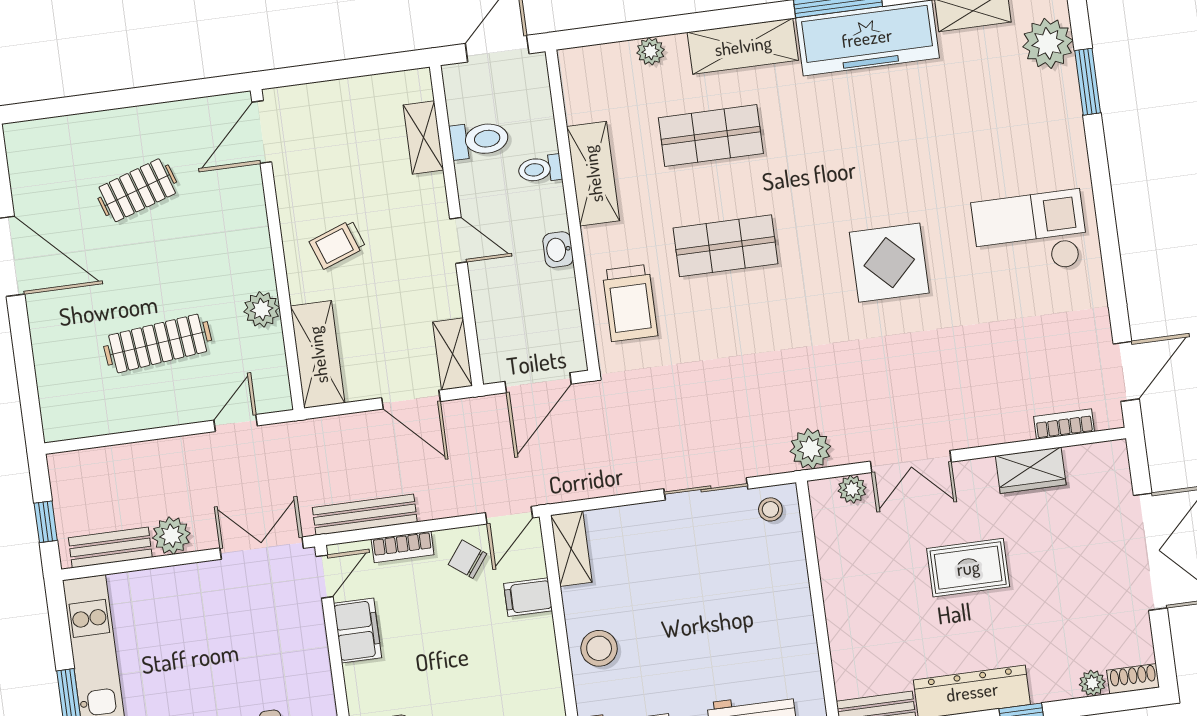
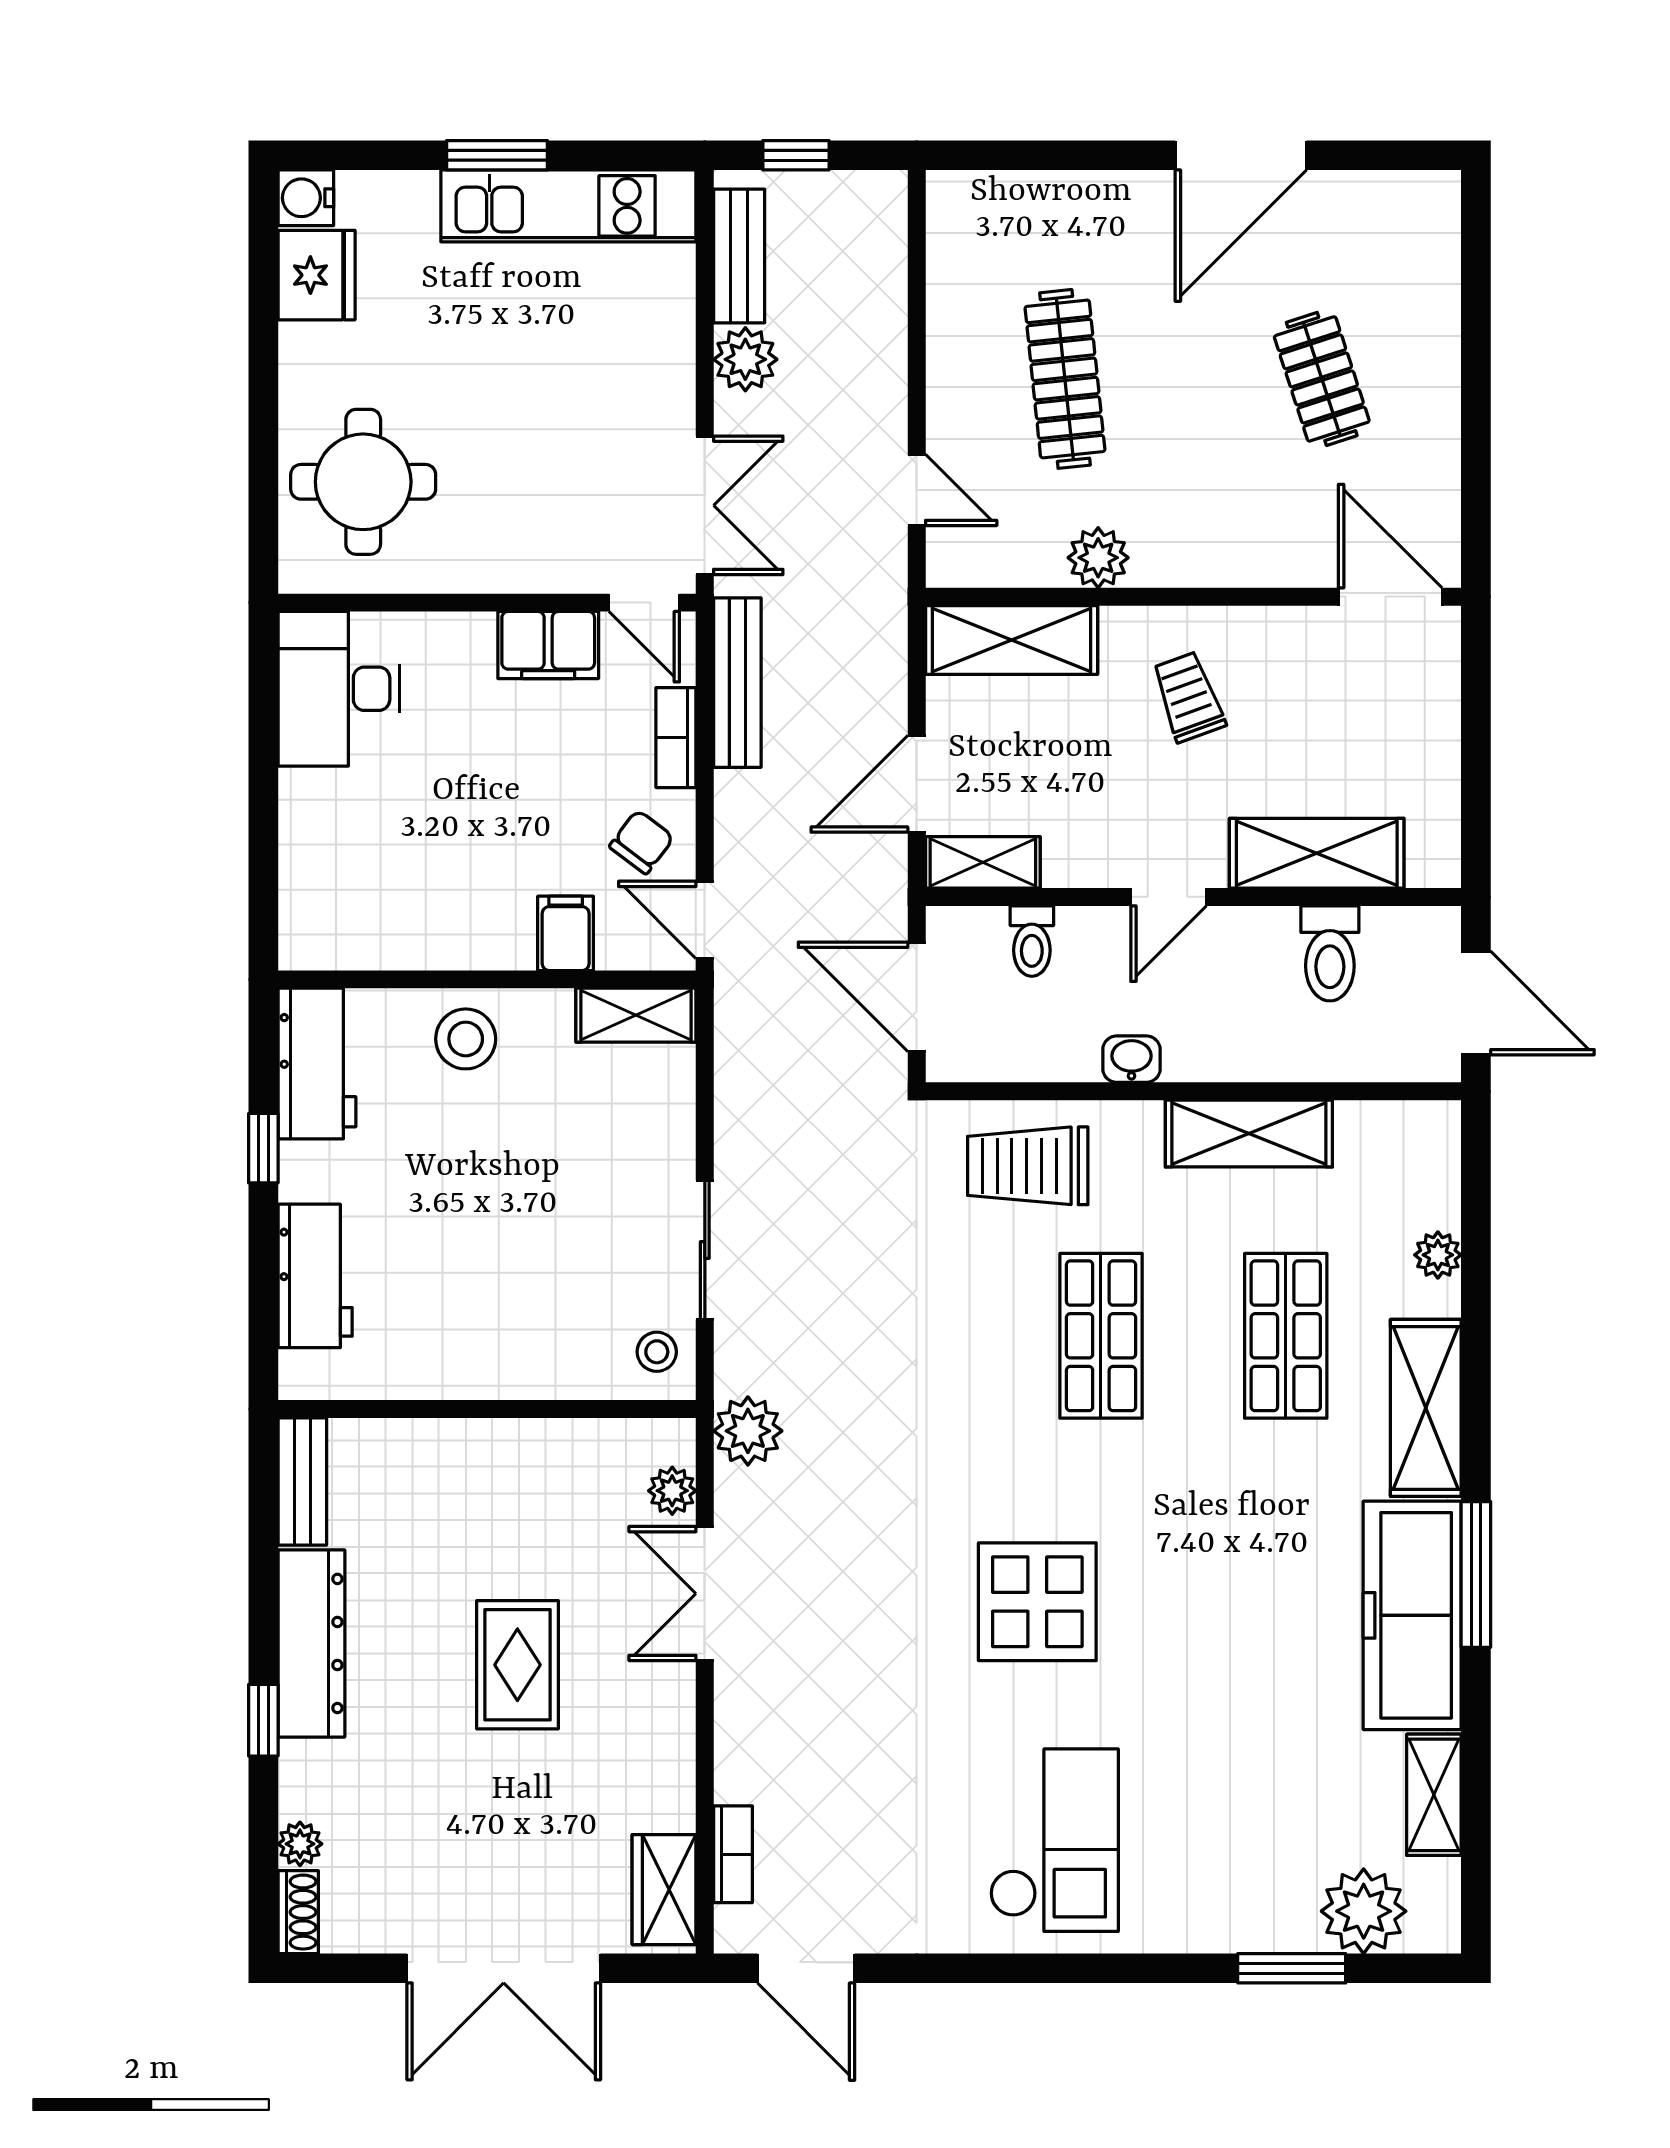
shelving: (423, 137) -> (1317, 853), width x1.50, depth x1.33
toilet: (540, 169) -> (1032, 941), moved, turned 180
wardrobe: (1031, 470) -> (664, 1890), moved

